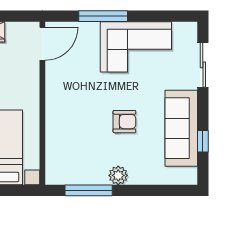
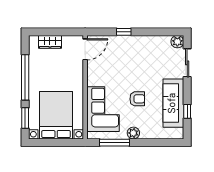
window: (103, 16) -> (124, 32), width x0.46
plant: (188, 32) -> (177, 42), added
corner sofa: (136, 47) -> (103, 109), moved, turned -90

